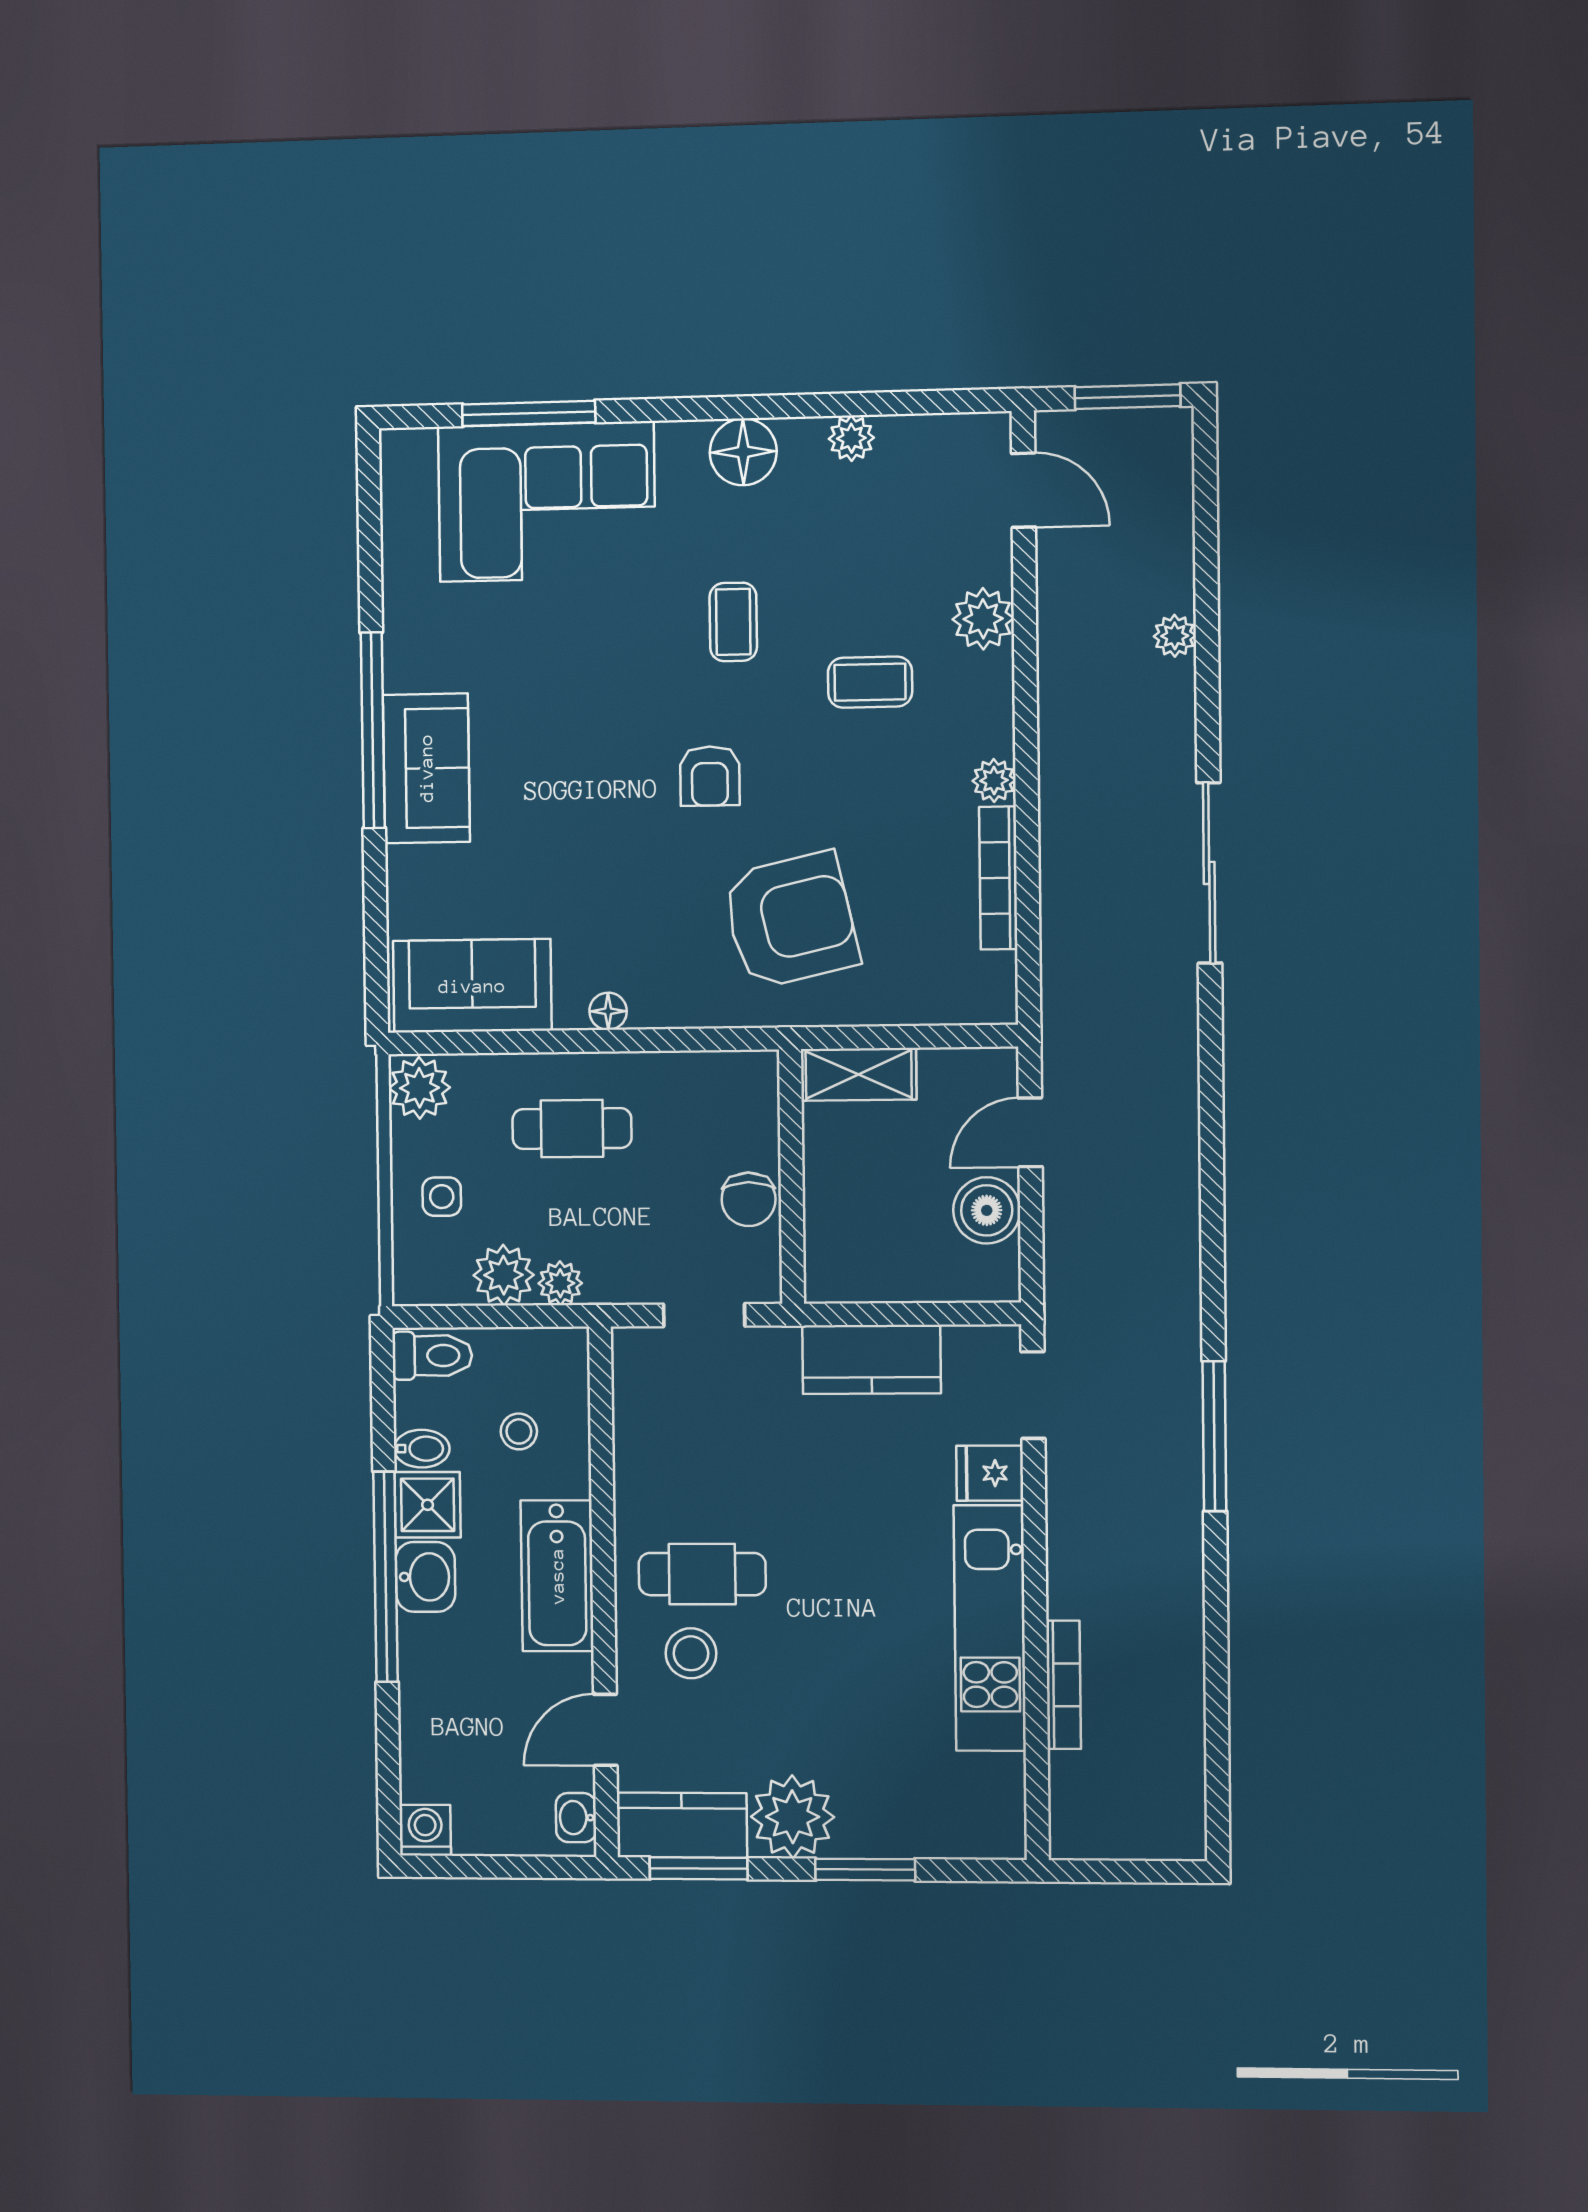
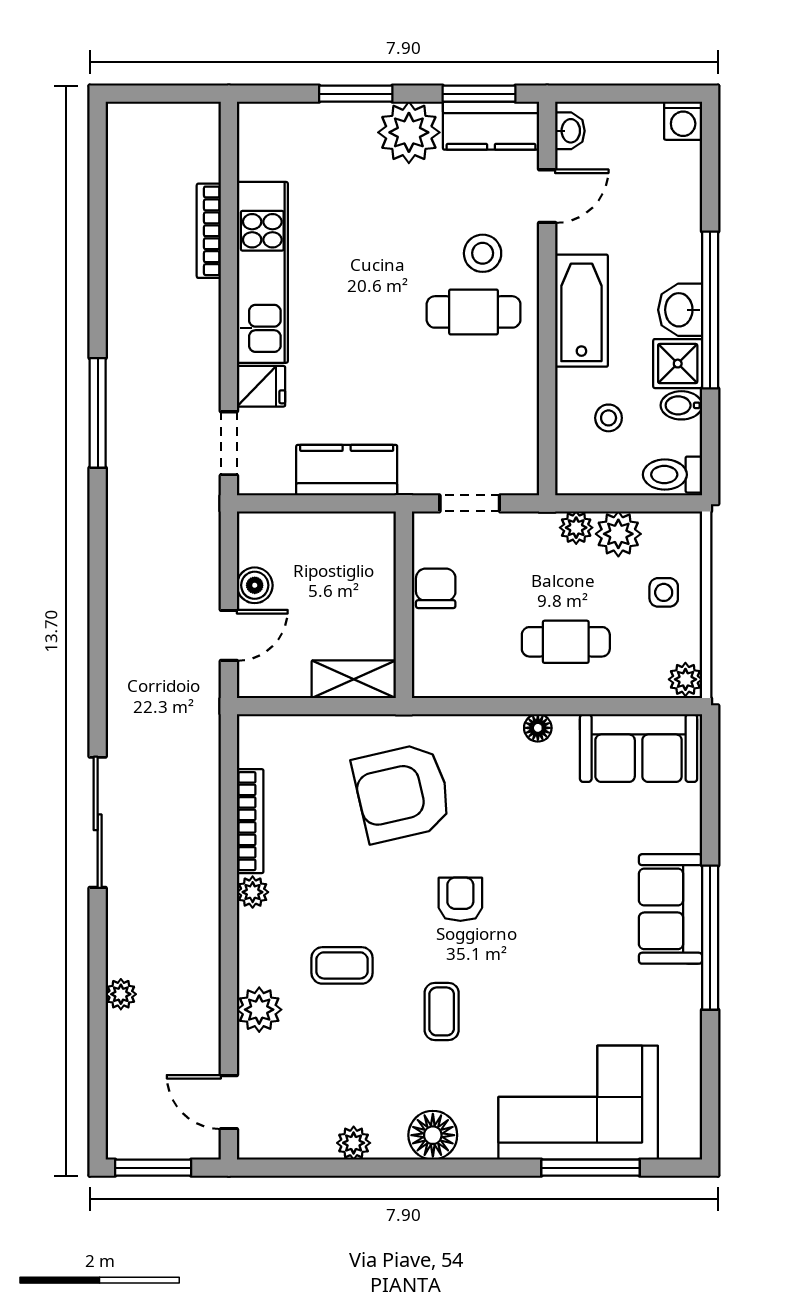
plant: (419, 1088) -> (685, 679), width x0.73, depth x0.73
boiler: (987, 1210) -> (255, 585), width x0.73, depth x0.73

